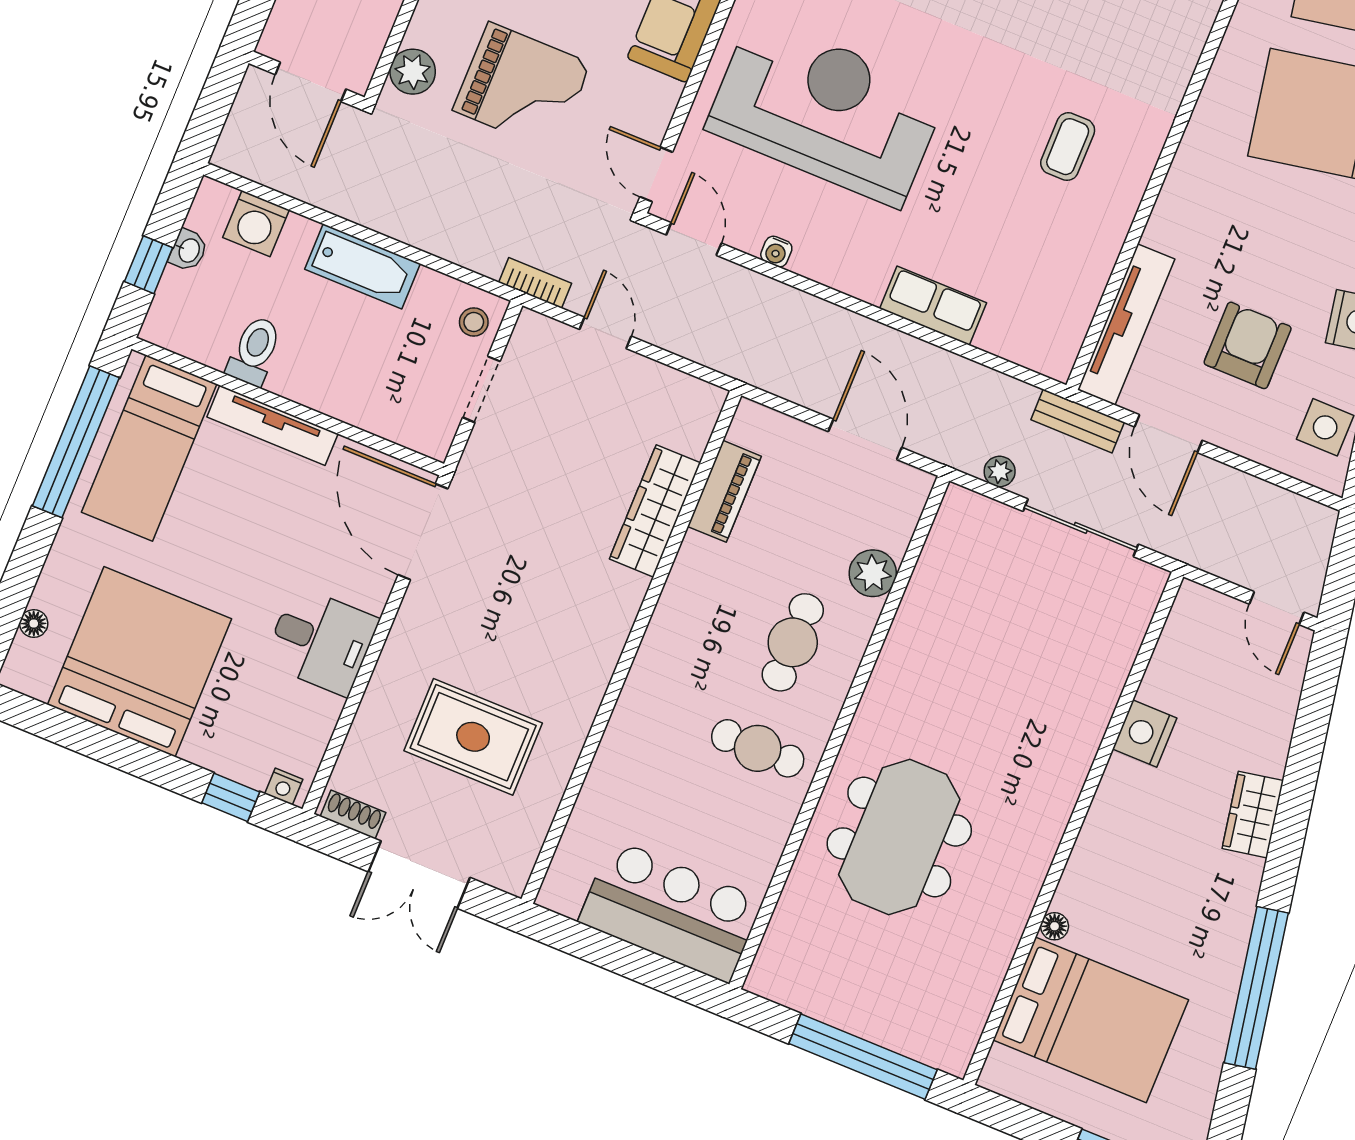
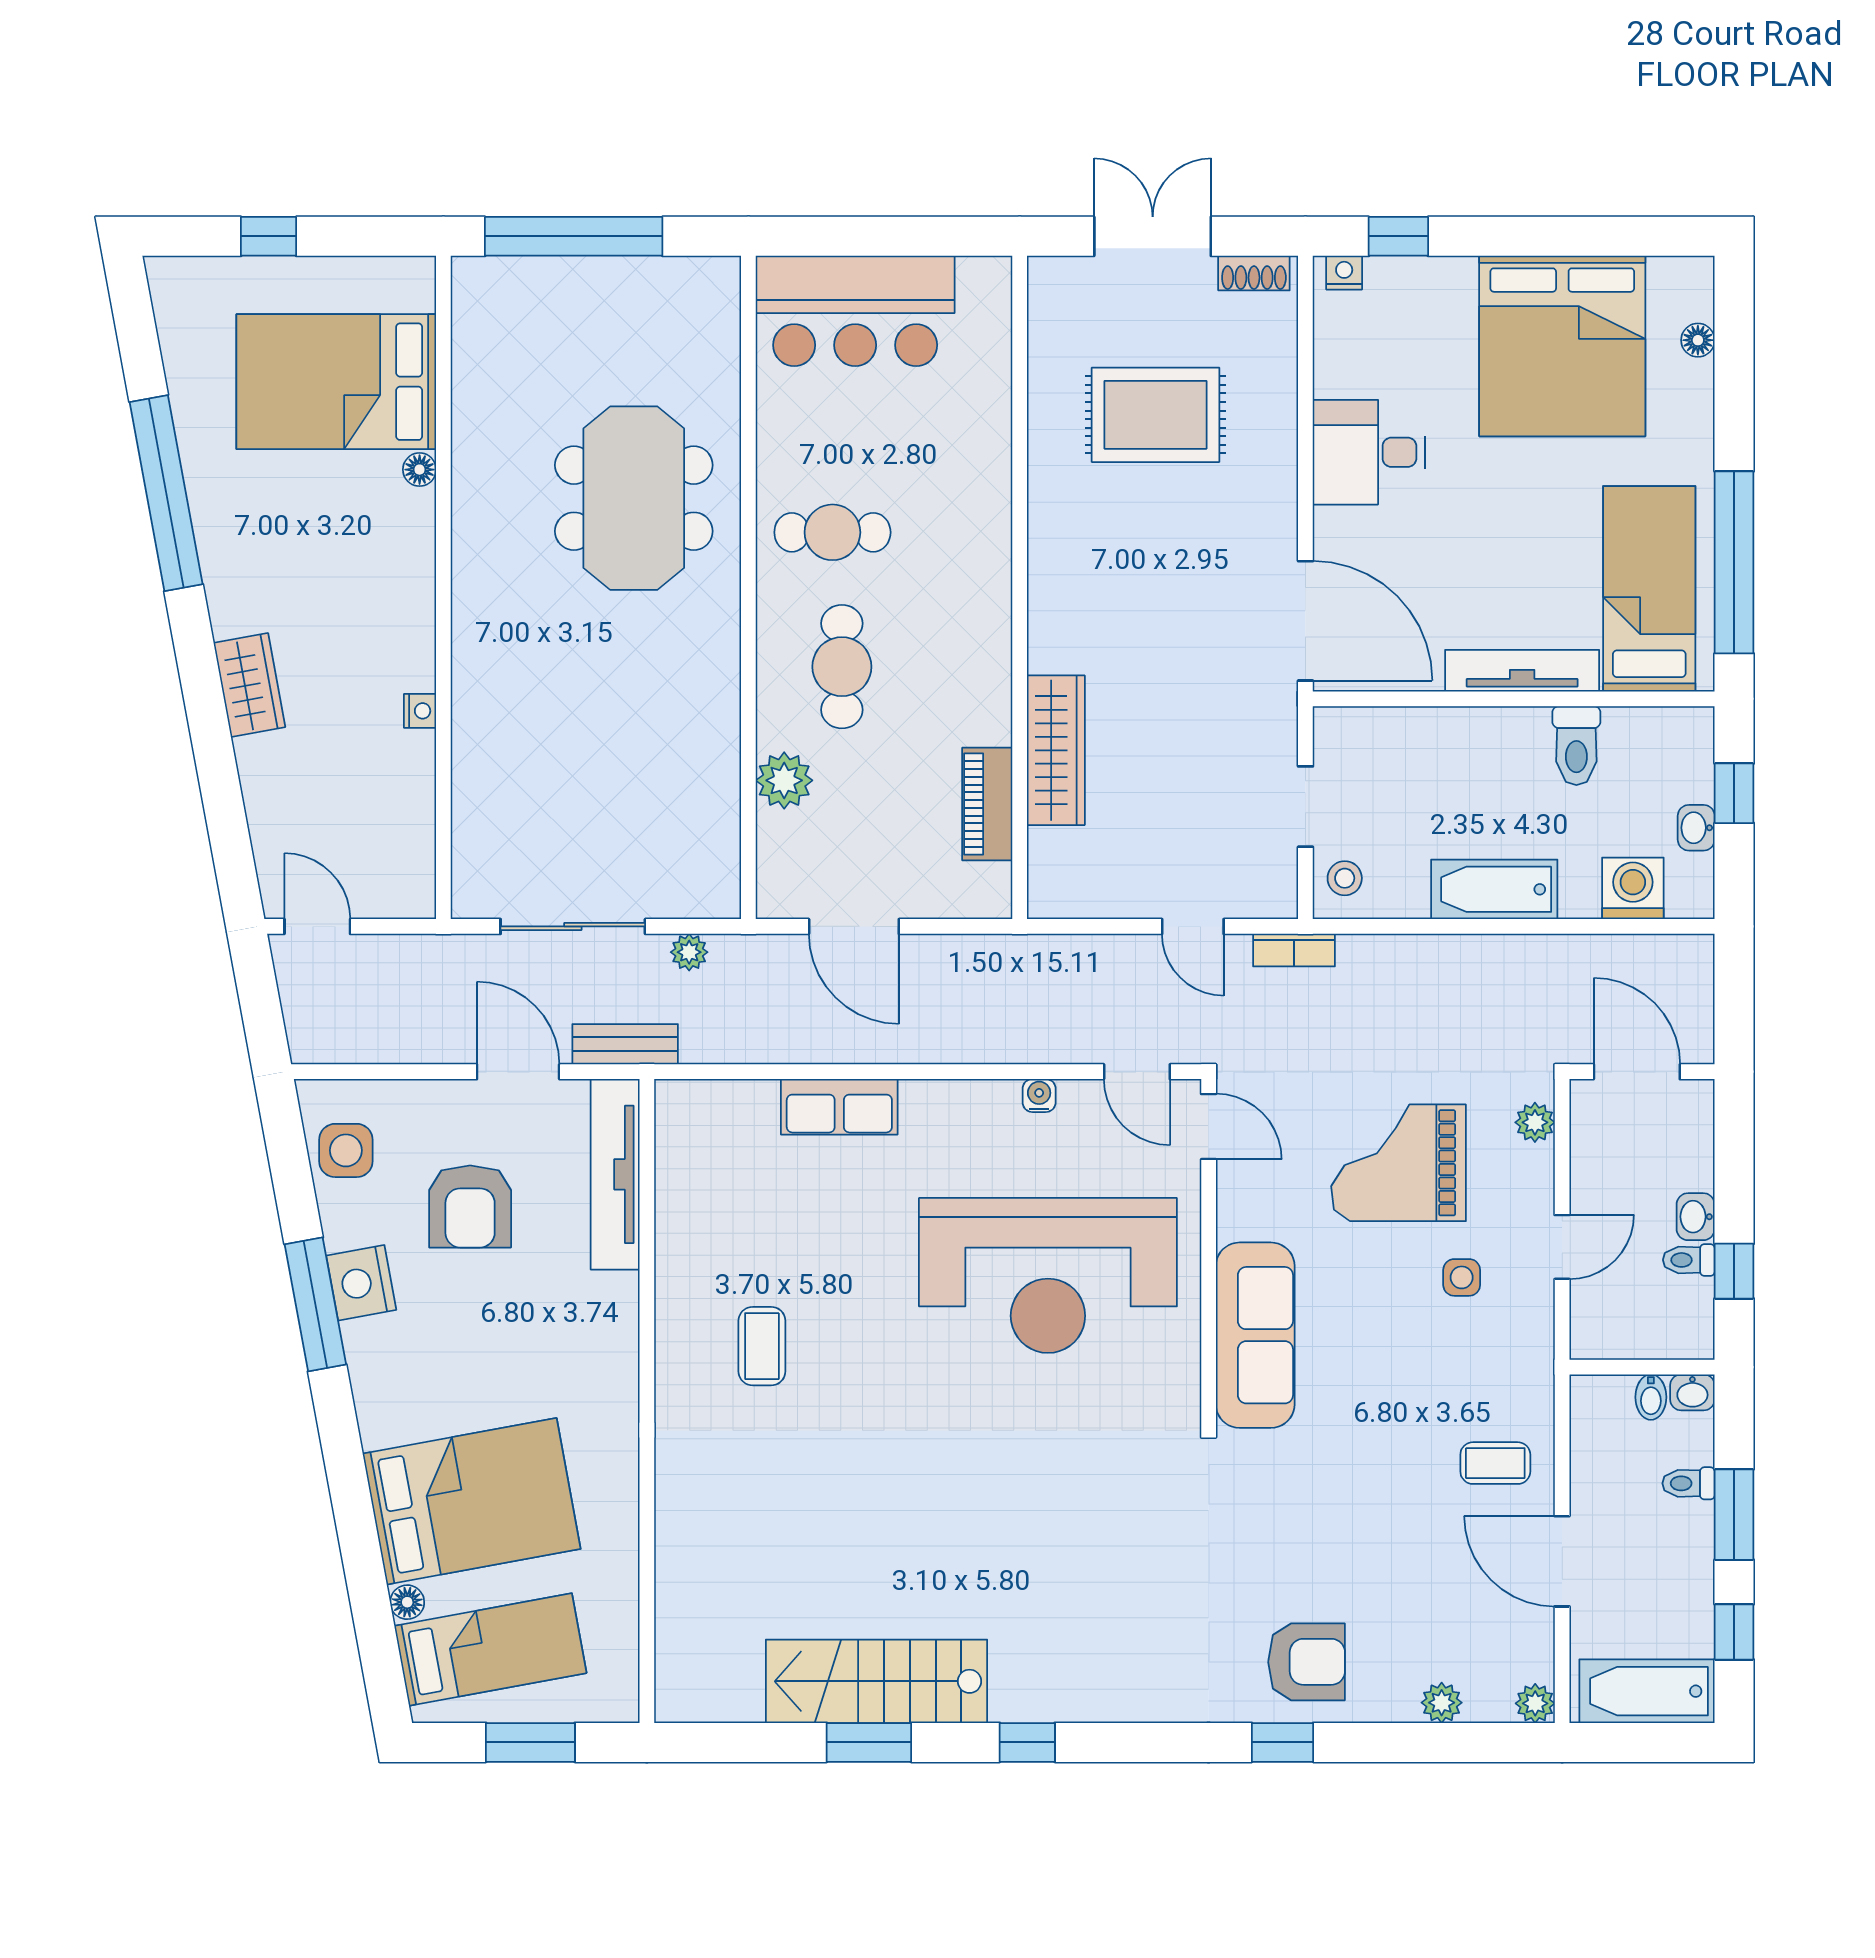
plant: (413, 72) -> (1535, 1122), width x0.73, depth x0.73
nightstand: (1145, 733) -> (420, 711), width x0.53, depth x0.56

